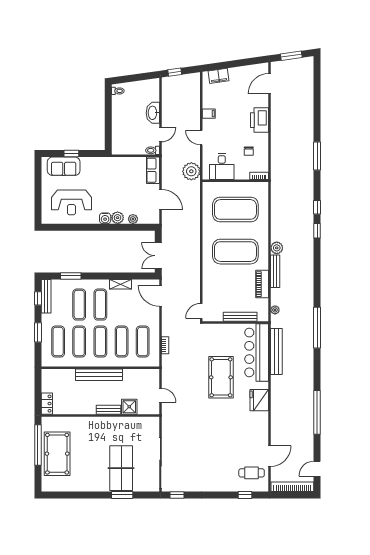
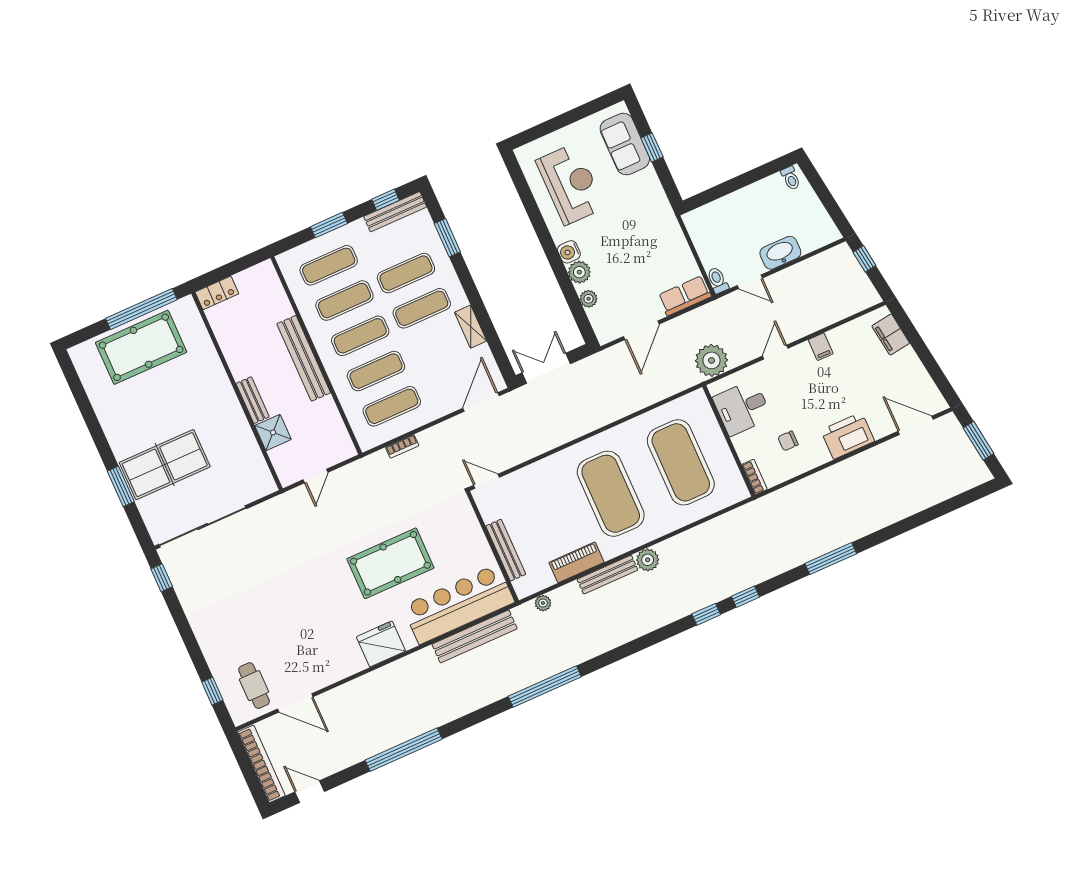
reception desk: (71, 202) -> (570, 184), turned 180

